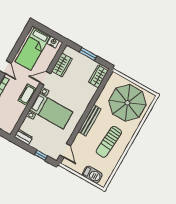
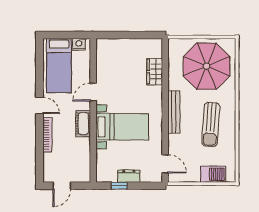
window: (88, 54) -> (128, 35), removed
wardrobe: (62, 65) -> (104, 65), removed
wardrobe: (98, 76) -> (155, 72), moved
dresser: (23, 137) -> (129, 176), moved
window: (41, 155) -> (119, 186), moved

